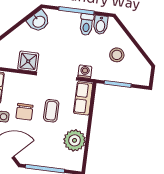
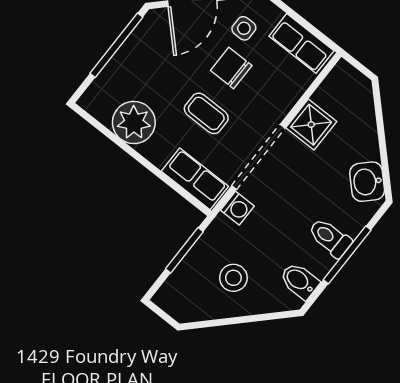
toilet: (86, 24) -> (330, 238), moved

